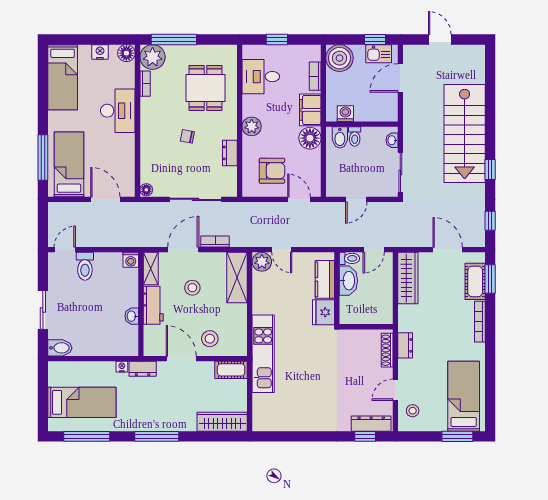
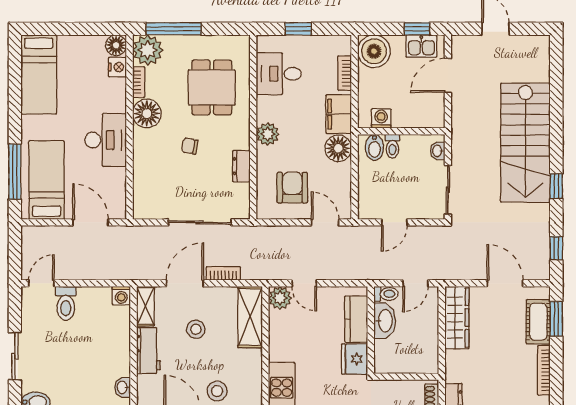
nightstand: (100, 52) -> (117, 67), moved, turned 90
desk: (118, 111) -> (106, 140), moved
armchair: (272, 171) -> (292, 188), turned -90
floor lamp: (146, 190) -> (147, 113), moved, width x1.89, depth x1.89
washbasin: (132, 316) -> (122, 387), moved

